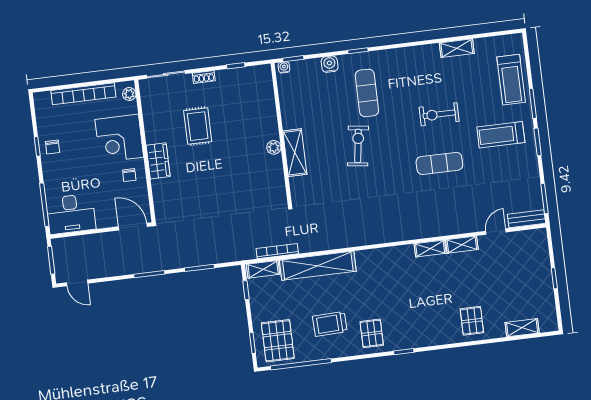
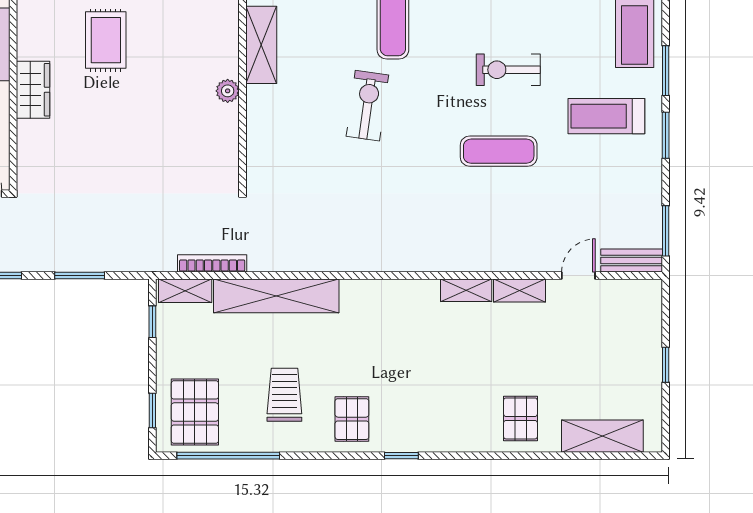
shelving: (295, 153) -> (261, 45), moved
trolley: (330, 324) -> (284, 395), turned 92
shelving: (522, 328) -> (602, 436), width x1.50, depth x1.33

